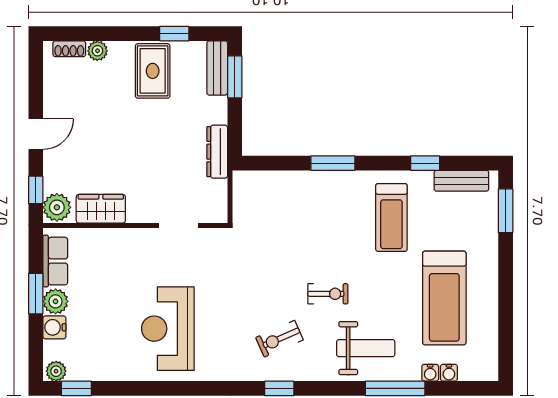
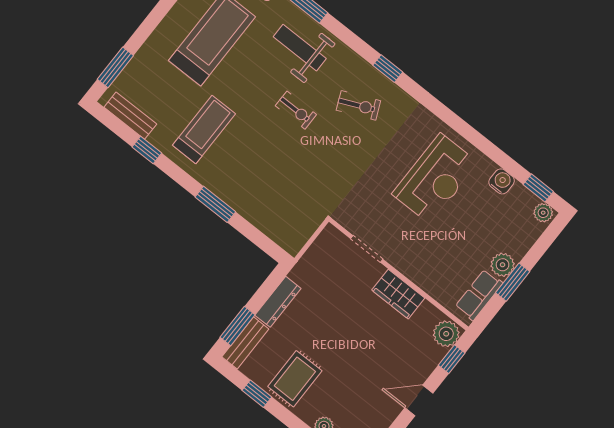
dresser: (217, 152) -> (278, 302), moved
wardrobe: (101, 209) -> (398, 294), moved
exercise bike: (328, 294) -> (296, 110), turned 180
water cooler: (54, 327) -> (502, 181), moved, turned -90

